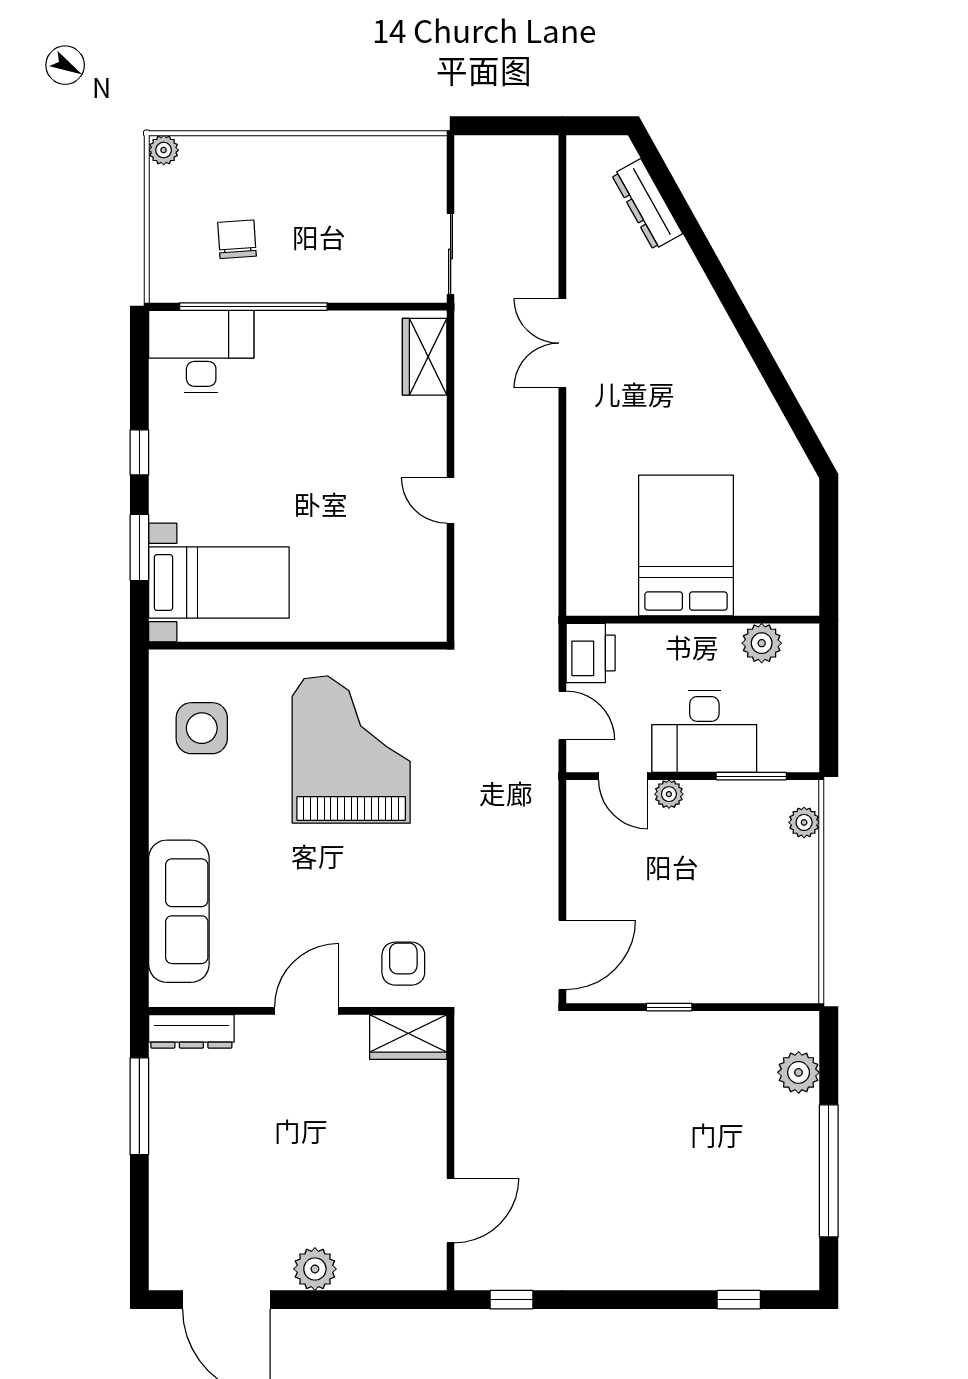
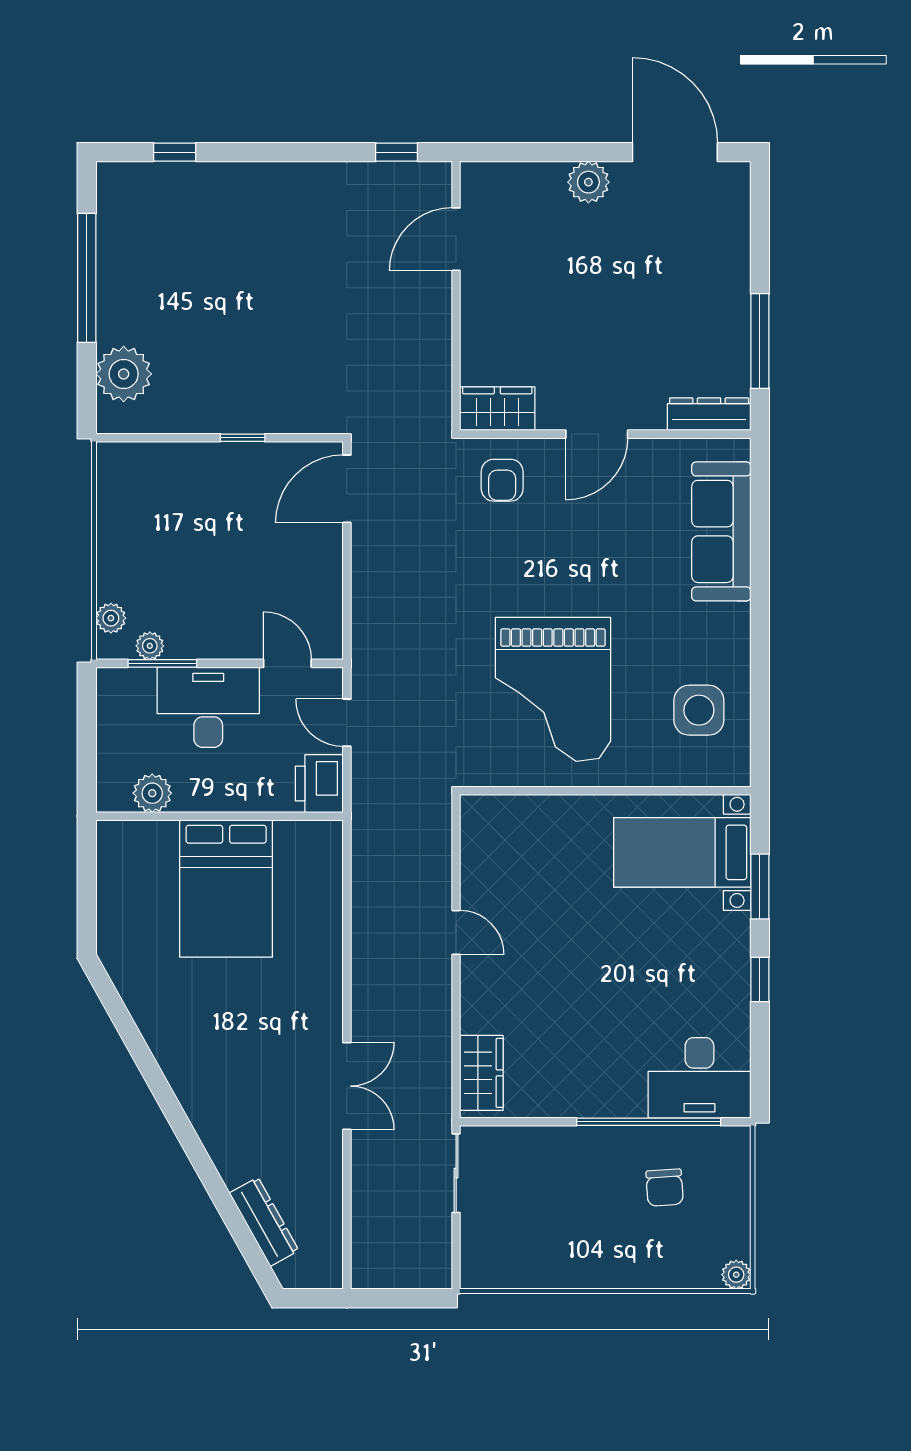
plant: (669, 794) -> (150, 646), moved
plant: (799, 1072) -> (124, 374), width x1.36, depth x1.36

